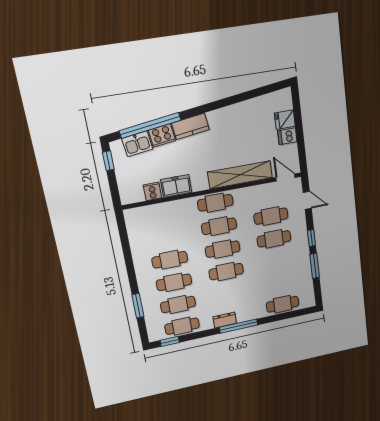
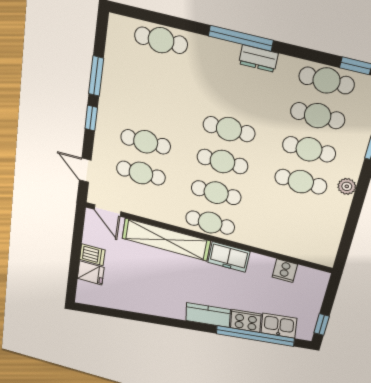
freezer: (176, 186) -> (229, 257), moved
plant: (141, 270) -> (347, 186), added

